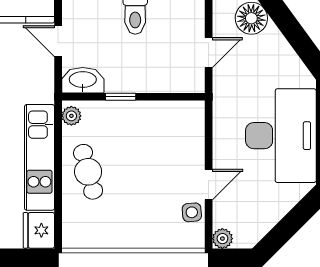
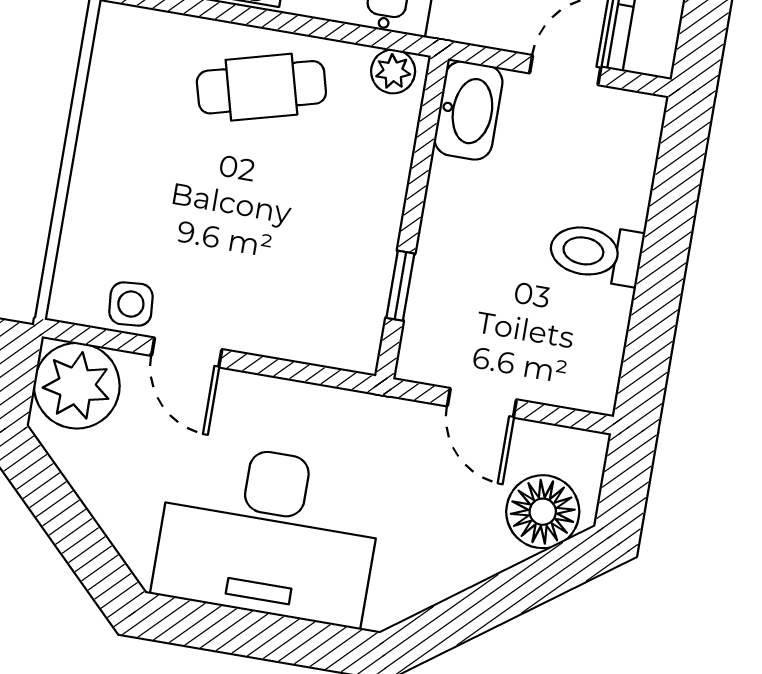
window: (121, 97) -> (400, 286), moved
plant: (222, 239) -> (77, 386), width x1.87, depth x1.87

